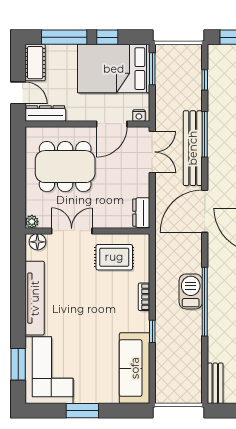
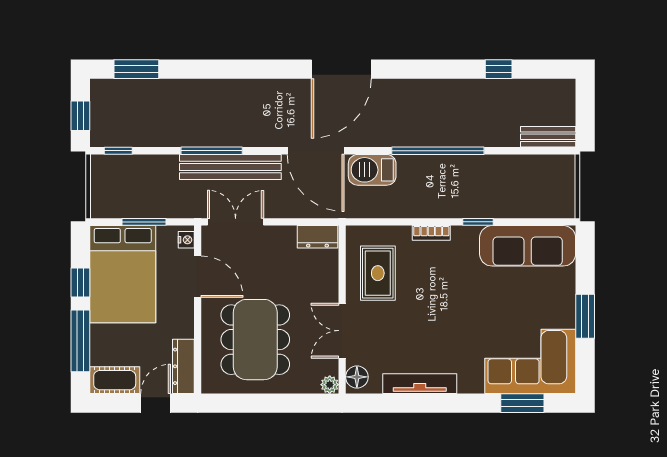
window: (152, 69) -> (144, 222), moved
window: (205, 80) -> (118, 151), moved
barbecue: (191, 291) -> (372, 170), moved
tv unit: (35, 298) -> (420, 384), width x0.73, depth x0.78

